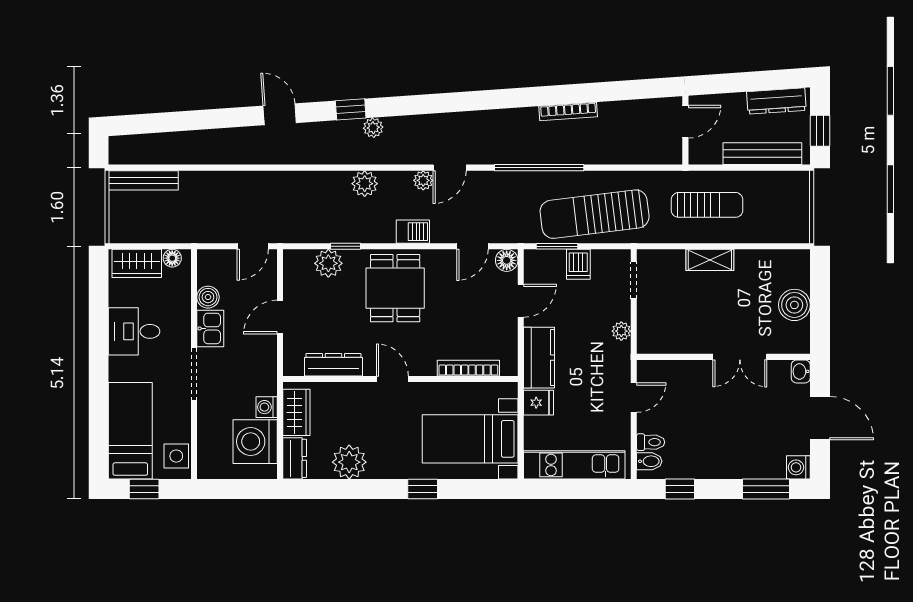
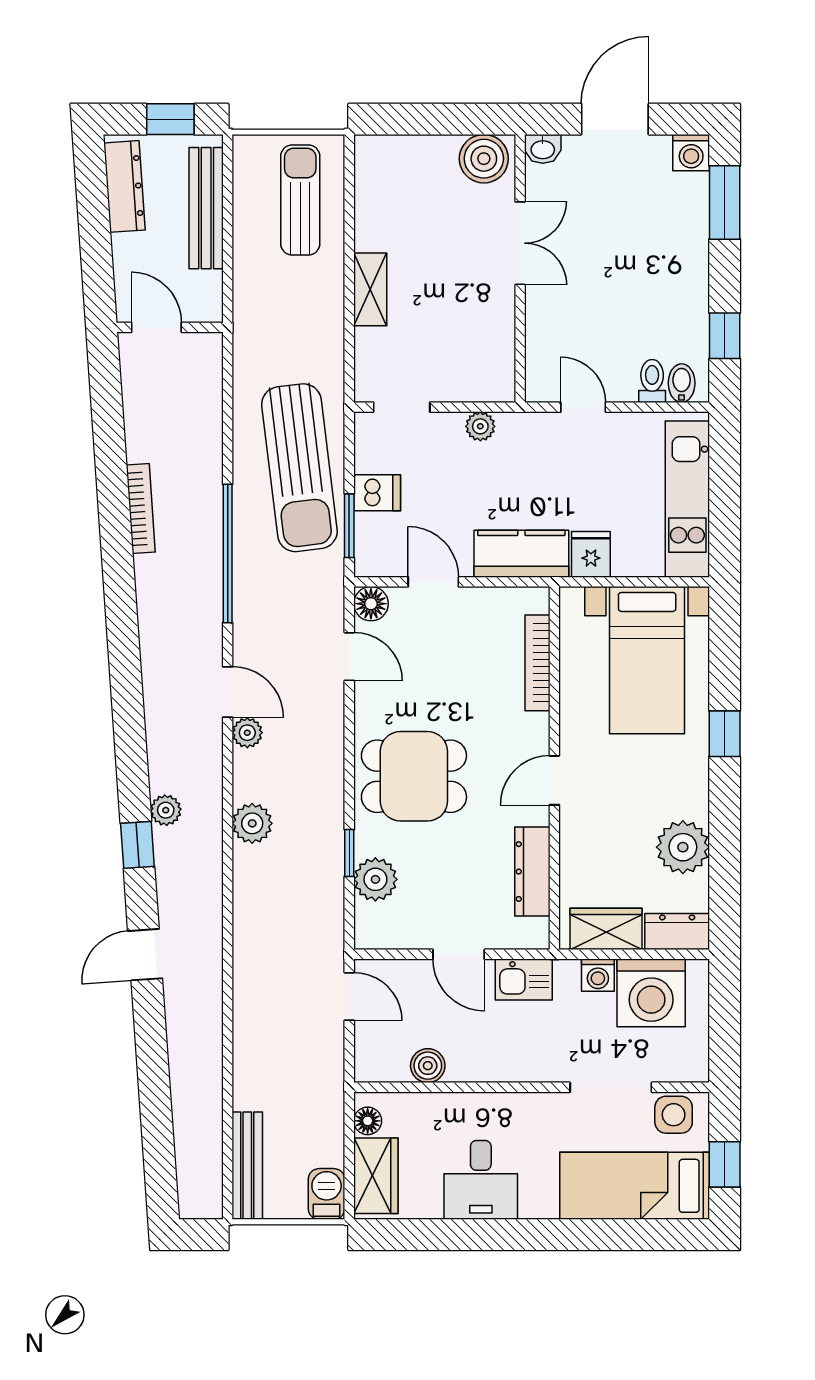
sun lounger: (707, 205) -> (300, 200), moved
barbecue: (413, 232) -> (327, 1194), moved
boiler: (794, 305) -> (484, 159), moved
kitchen sink: (210, 328) -> (524, 979), moved, turned 180
doorway: (194, 374) -> (611, 1087), moved

